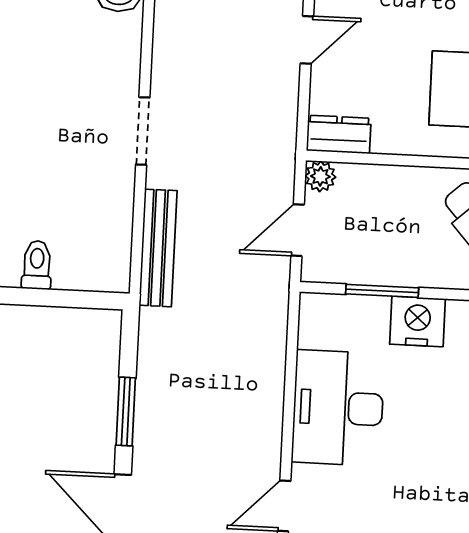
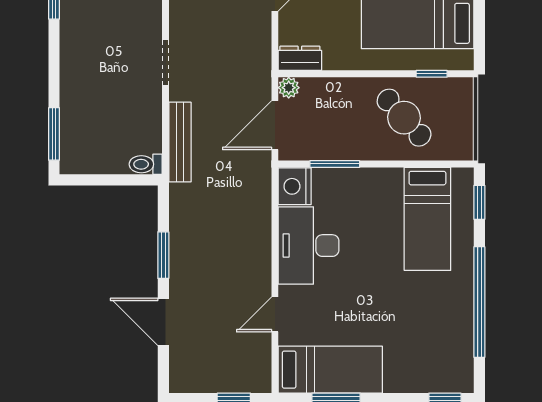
door: (298, 230) -> (275, 125), width x1.38
toilet: (37, 265) -> (146, 164), moved, turned -90
nightstand: (418, 321) -> (295, 186), moved, turned -90

